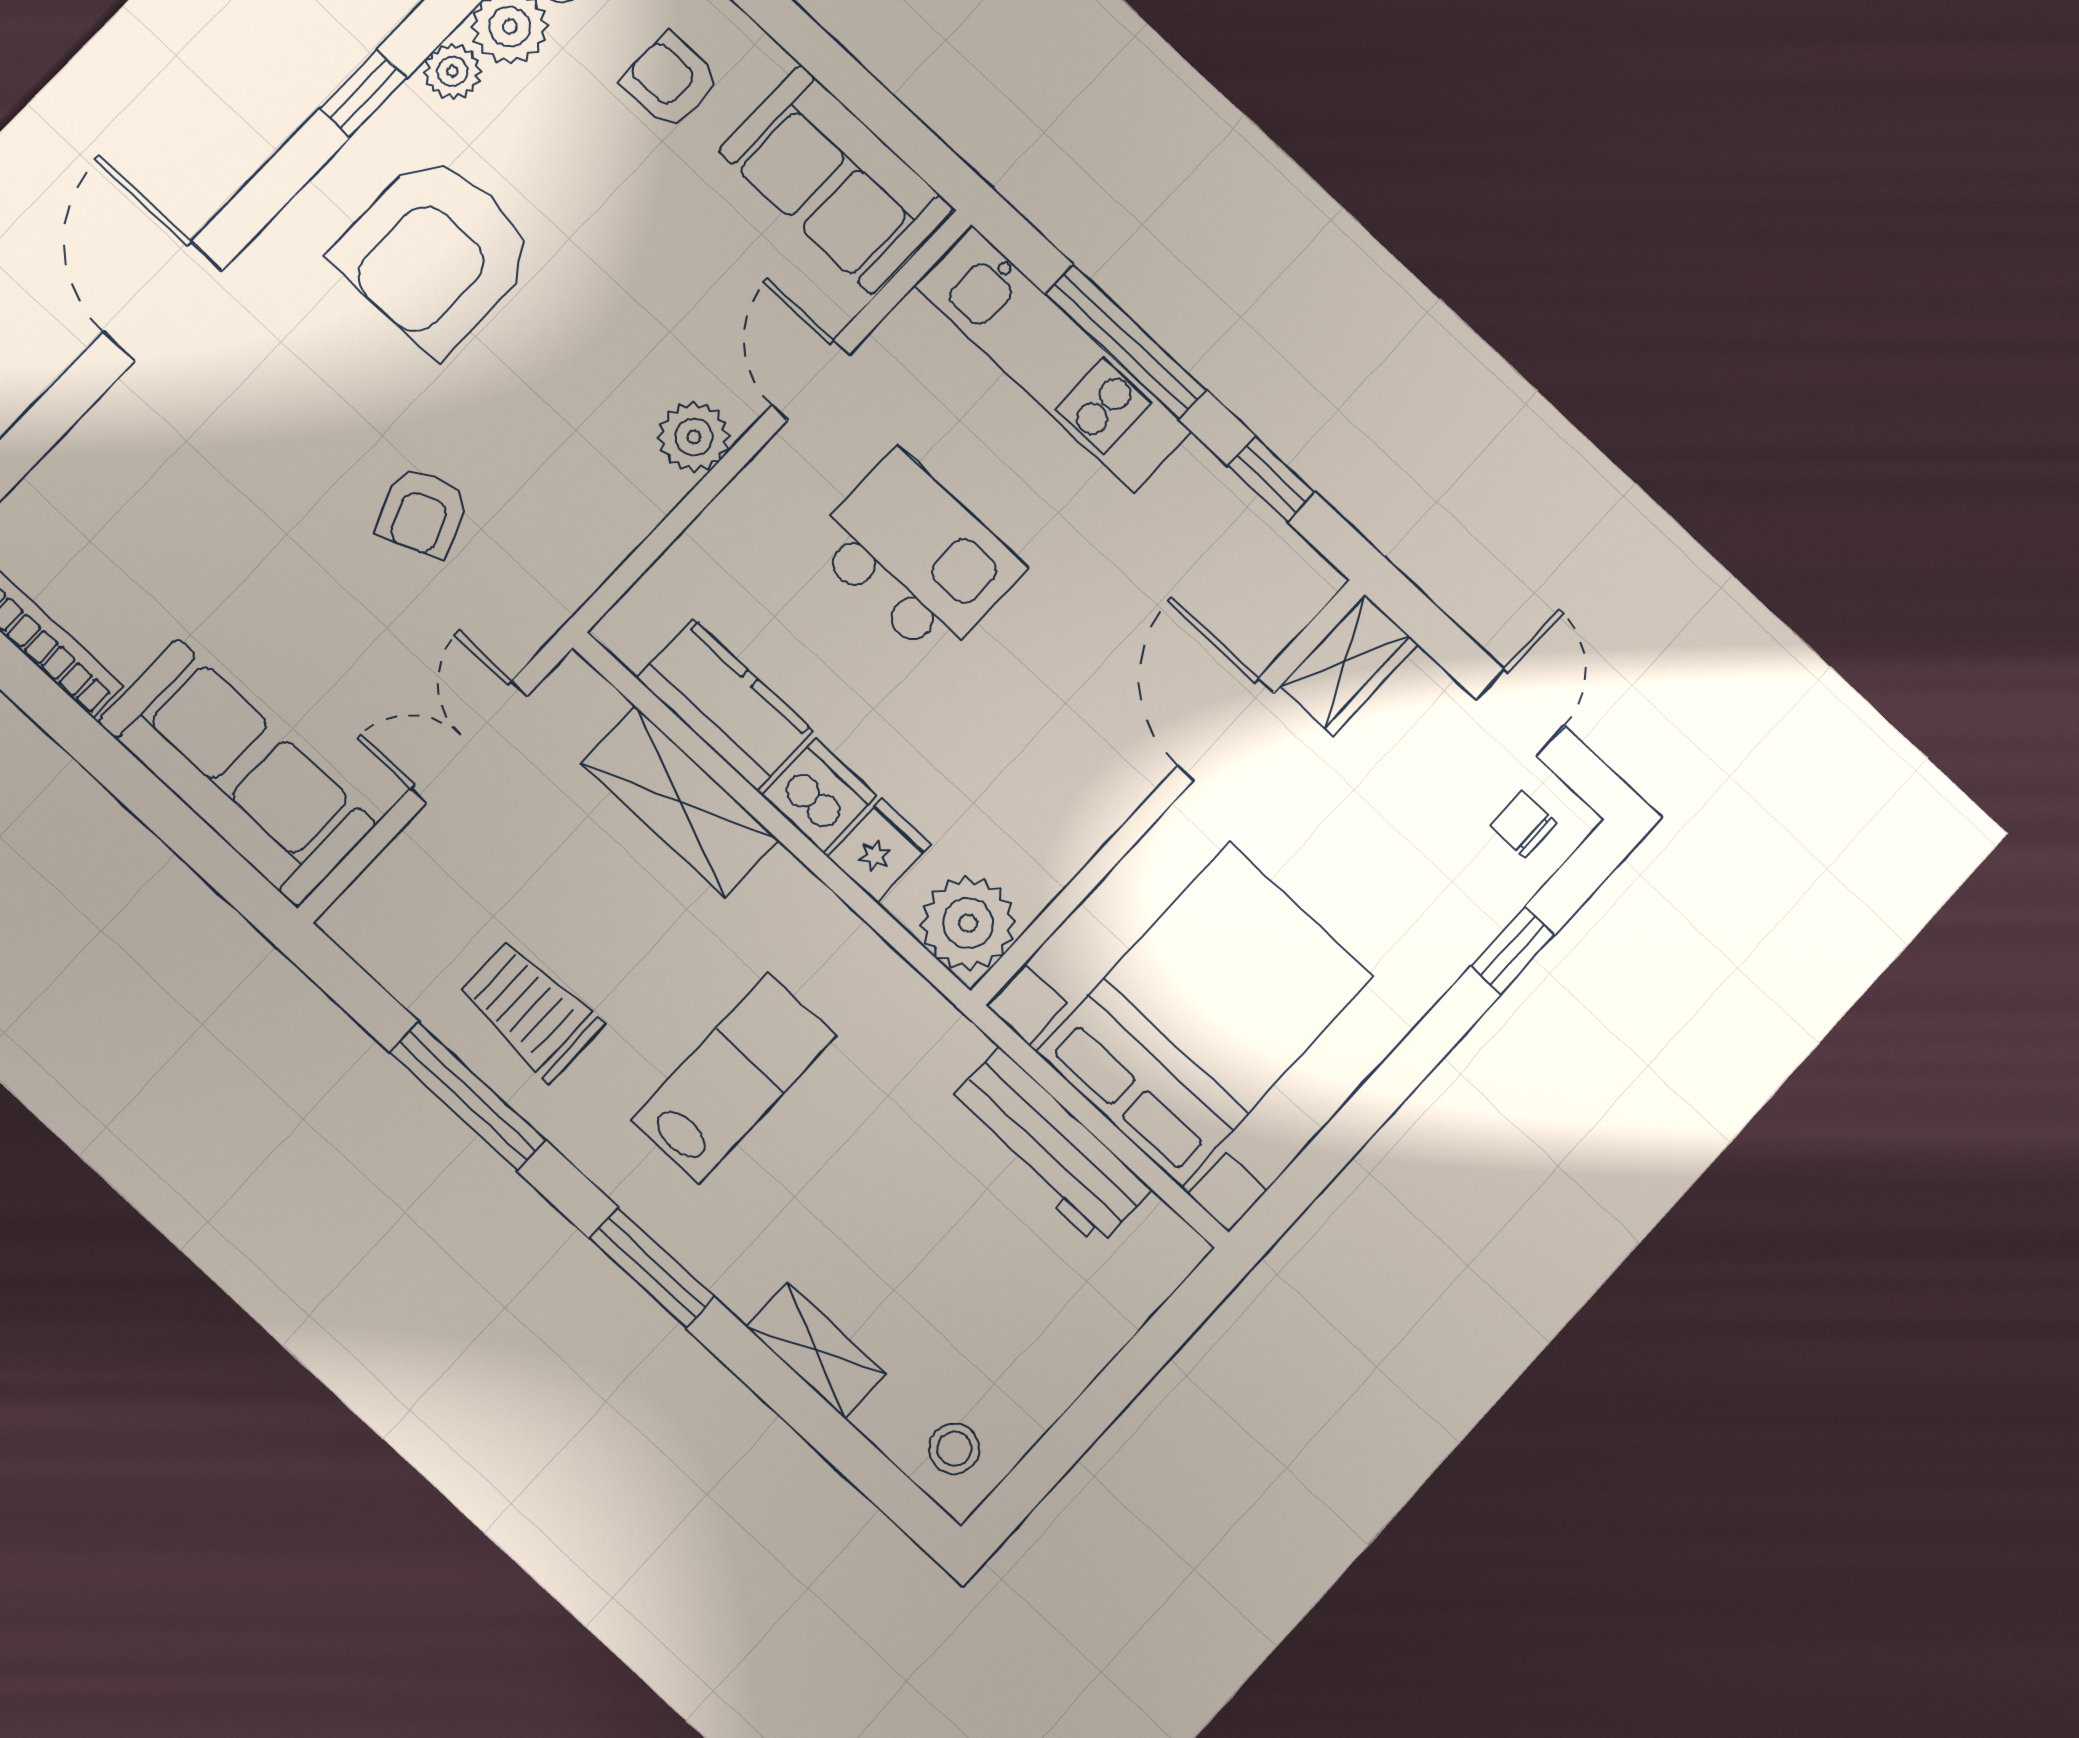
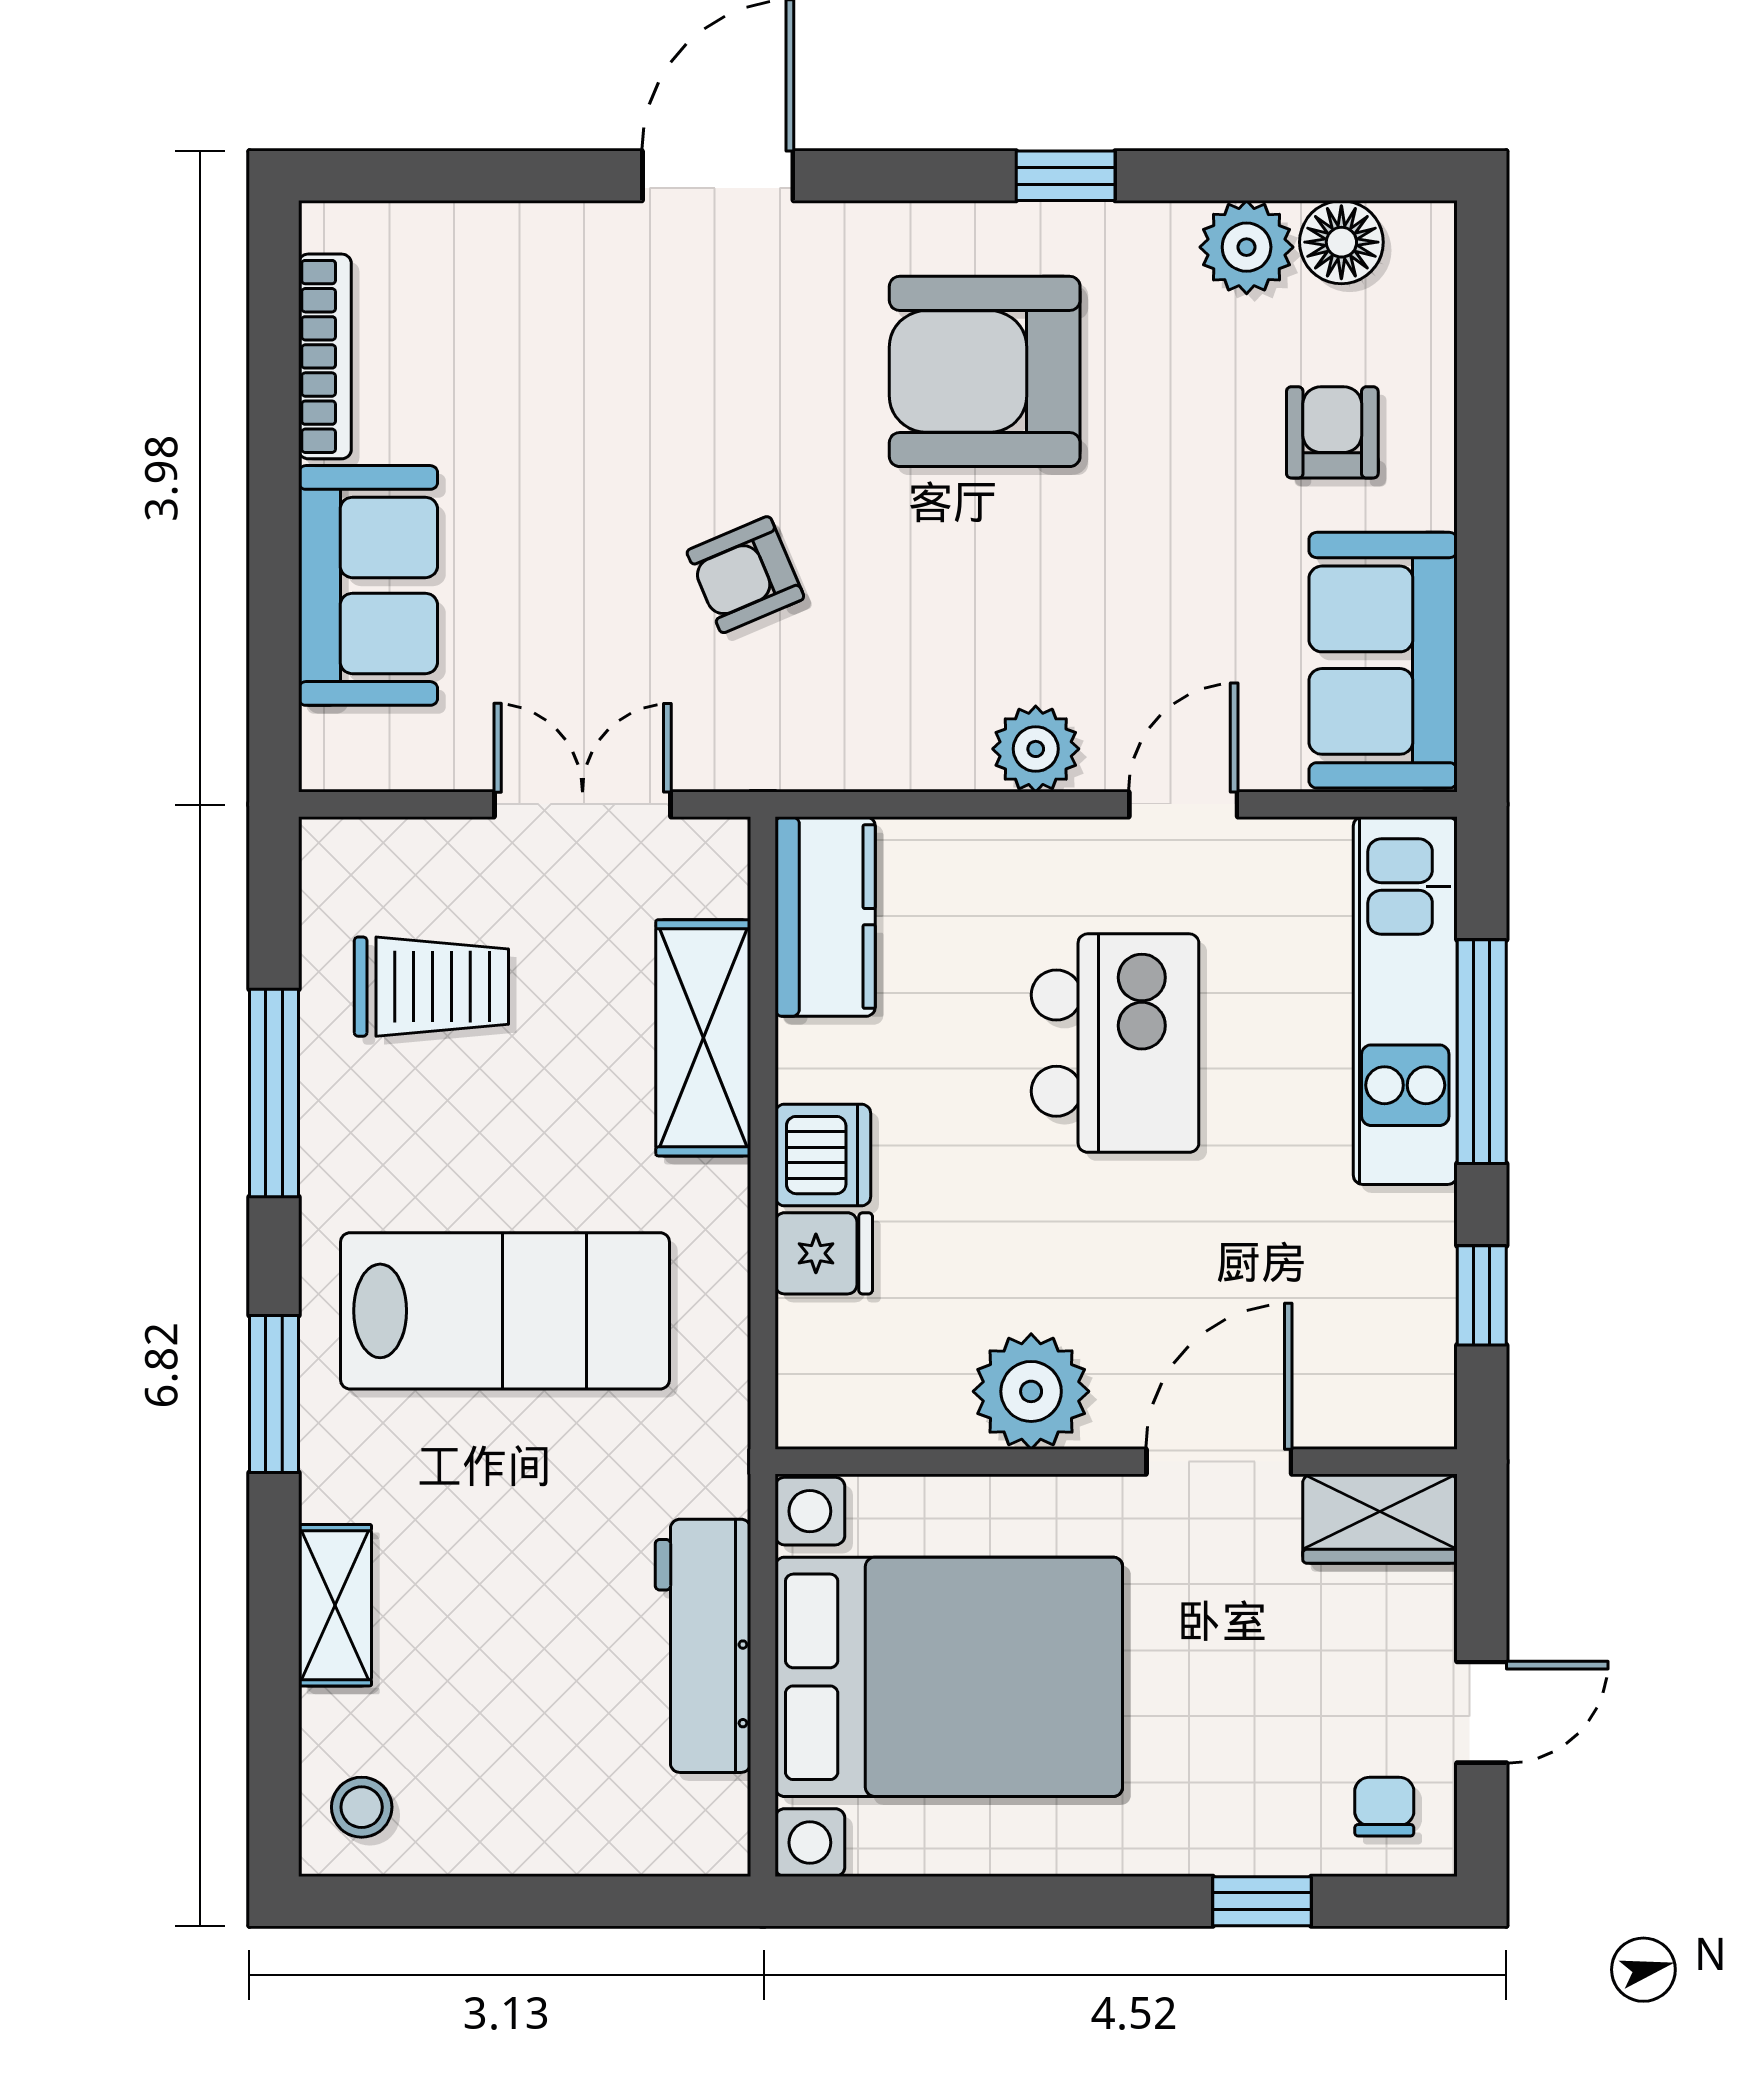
plant: (452, 71) -> (1159, 235), removed
kitchen counter: (725, 705) -> (825, 917), moved
sofa: (237, 773) -> (368, 585), width x0.73
plant: (968, 923) -> (1031, 1391), moved
trolley: (531, 1010) -> (431, 987), moved, turned 90
lab bench: (733, 1078) -> (505, 1311), width x1.36, depth x1.39

